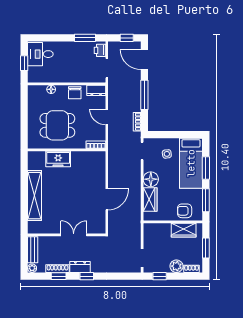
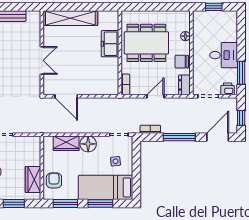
desk: (40, 54) -> (224, 55), moved, turned 90
dining table: (57, 125) -> (146, 43), width x1.38
wall: (67, 235) -> (42, 53), moved
double door: (74, 235) -> (42, 60), moved

